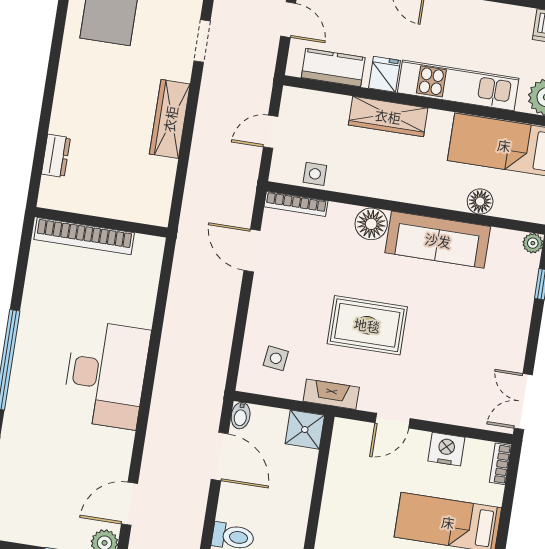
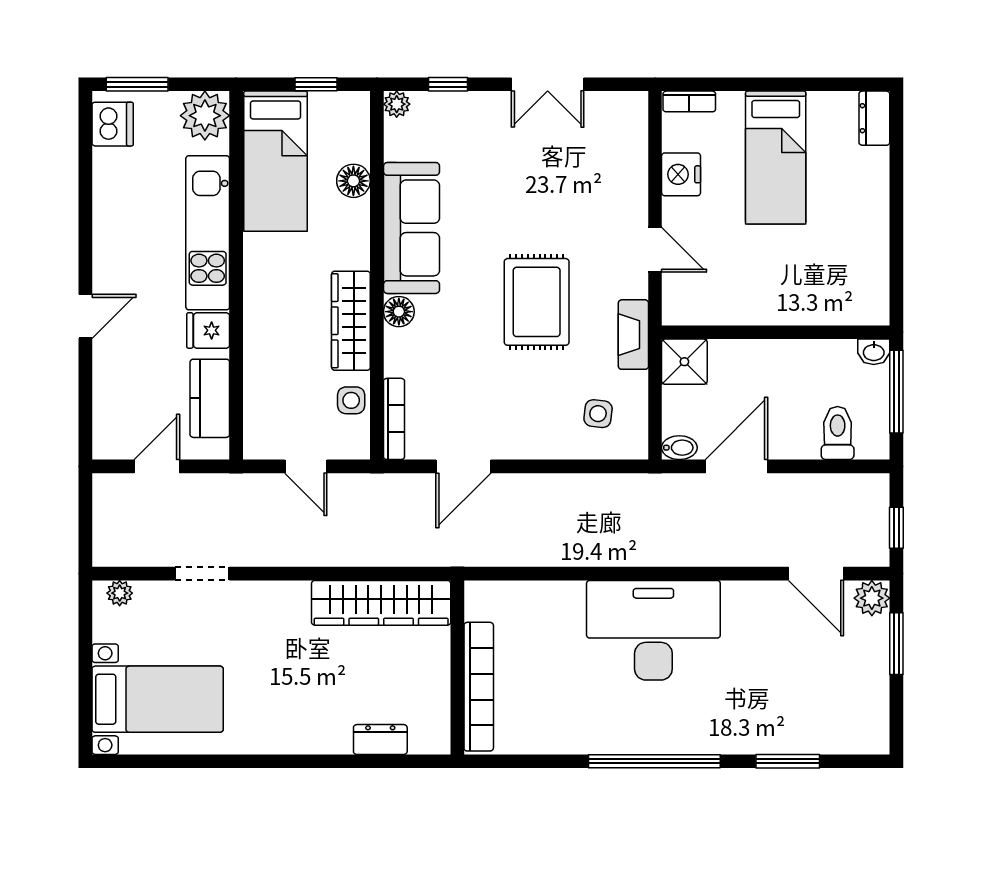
wardrobe: (388, 116) -> (351, 321), moved, turned 180
wardrobe: (170, 119) -> (381, 603), moved, width x1.40, depth x1.17
floor lamp: (371, 224) -> (399, 312), width x0.73, depth x0.73
double door: (523, 402) -> (548, 84), moved

